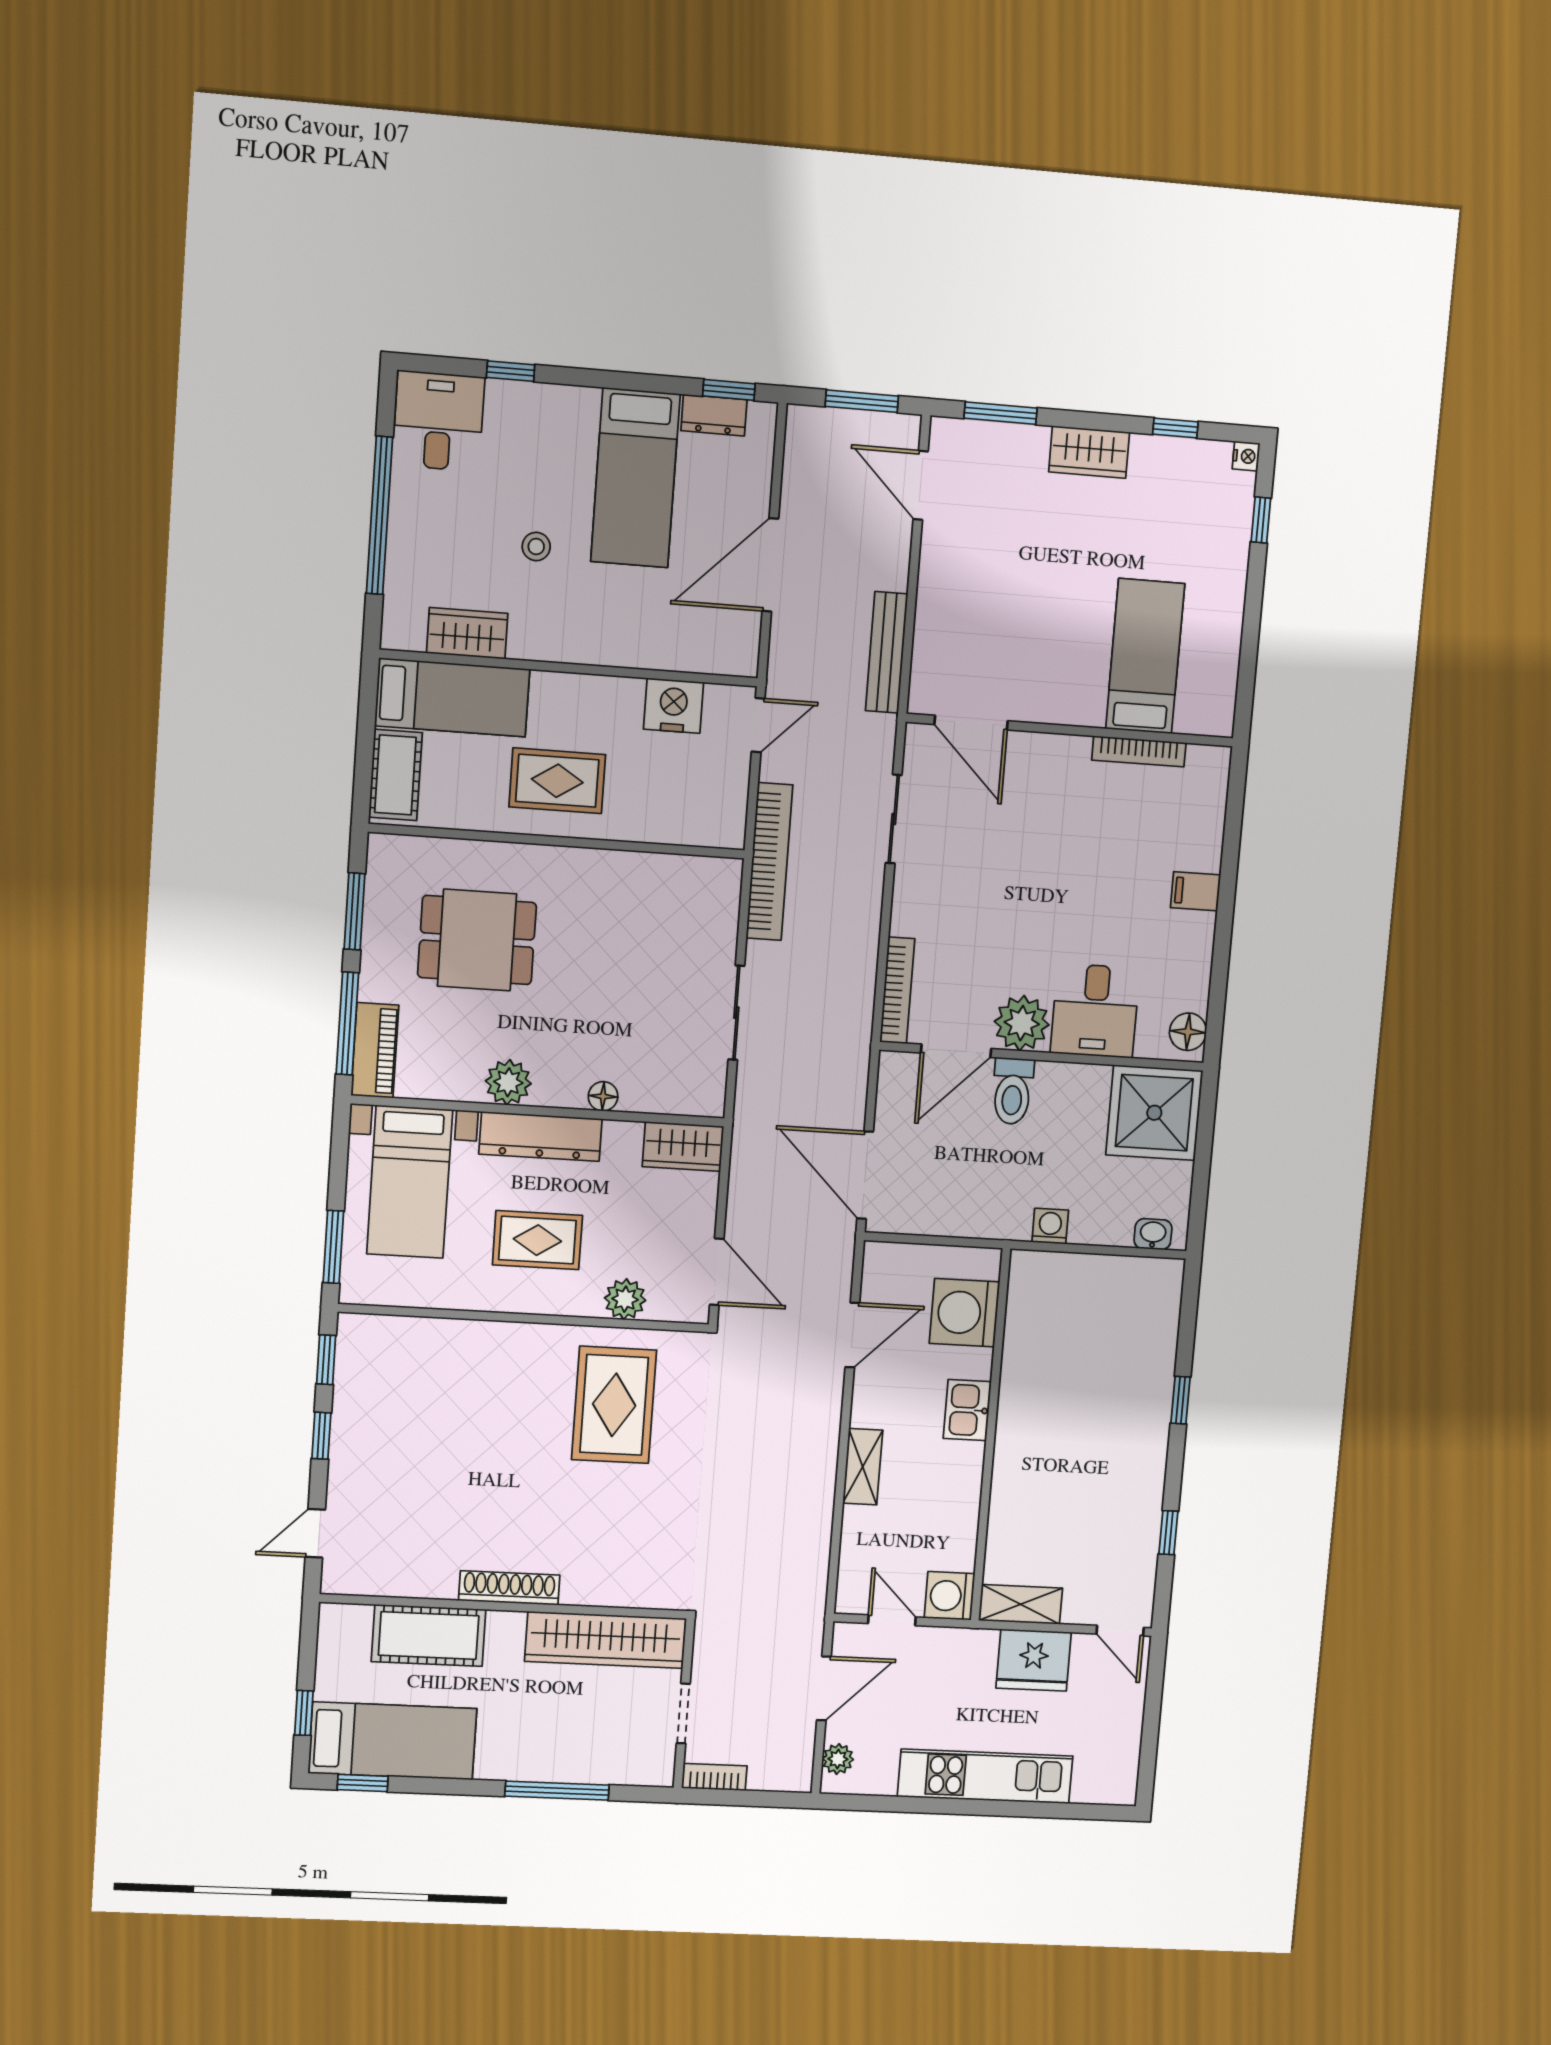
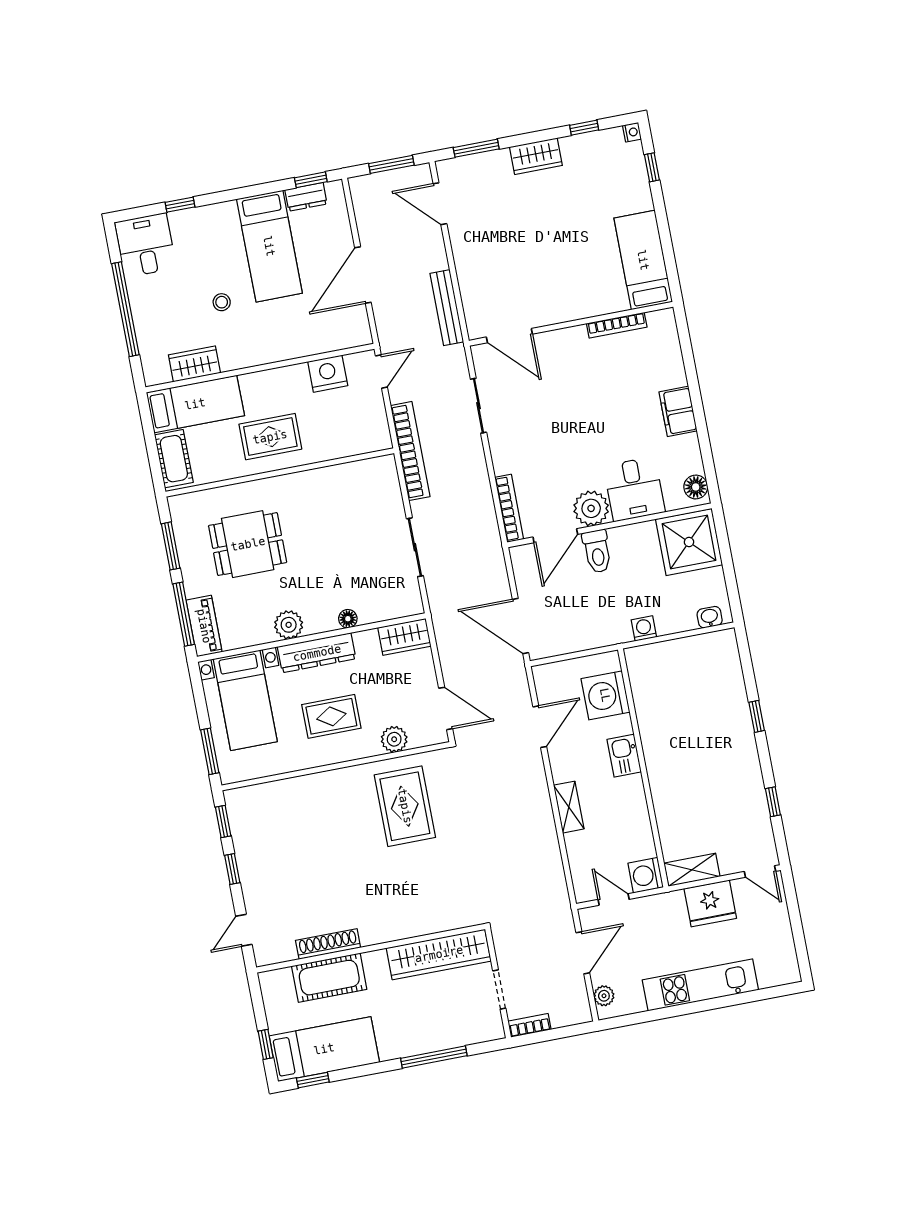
bed: (1145, 656) -> (643, 260), moved
filing cabinet: (1196, 891) -> (678, 411), width x2.00
shoe rack: (509, 1588) -> (328, 944), moved

